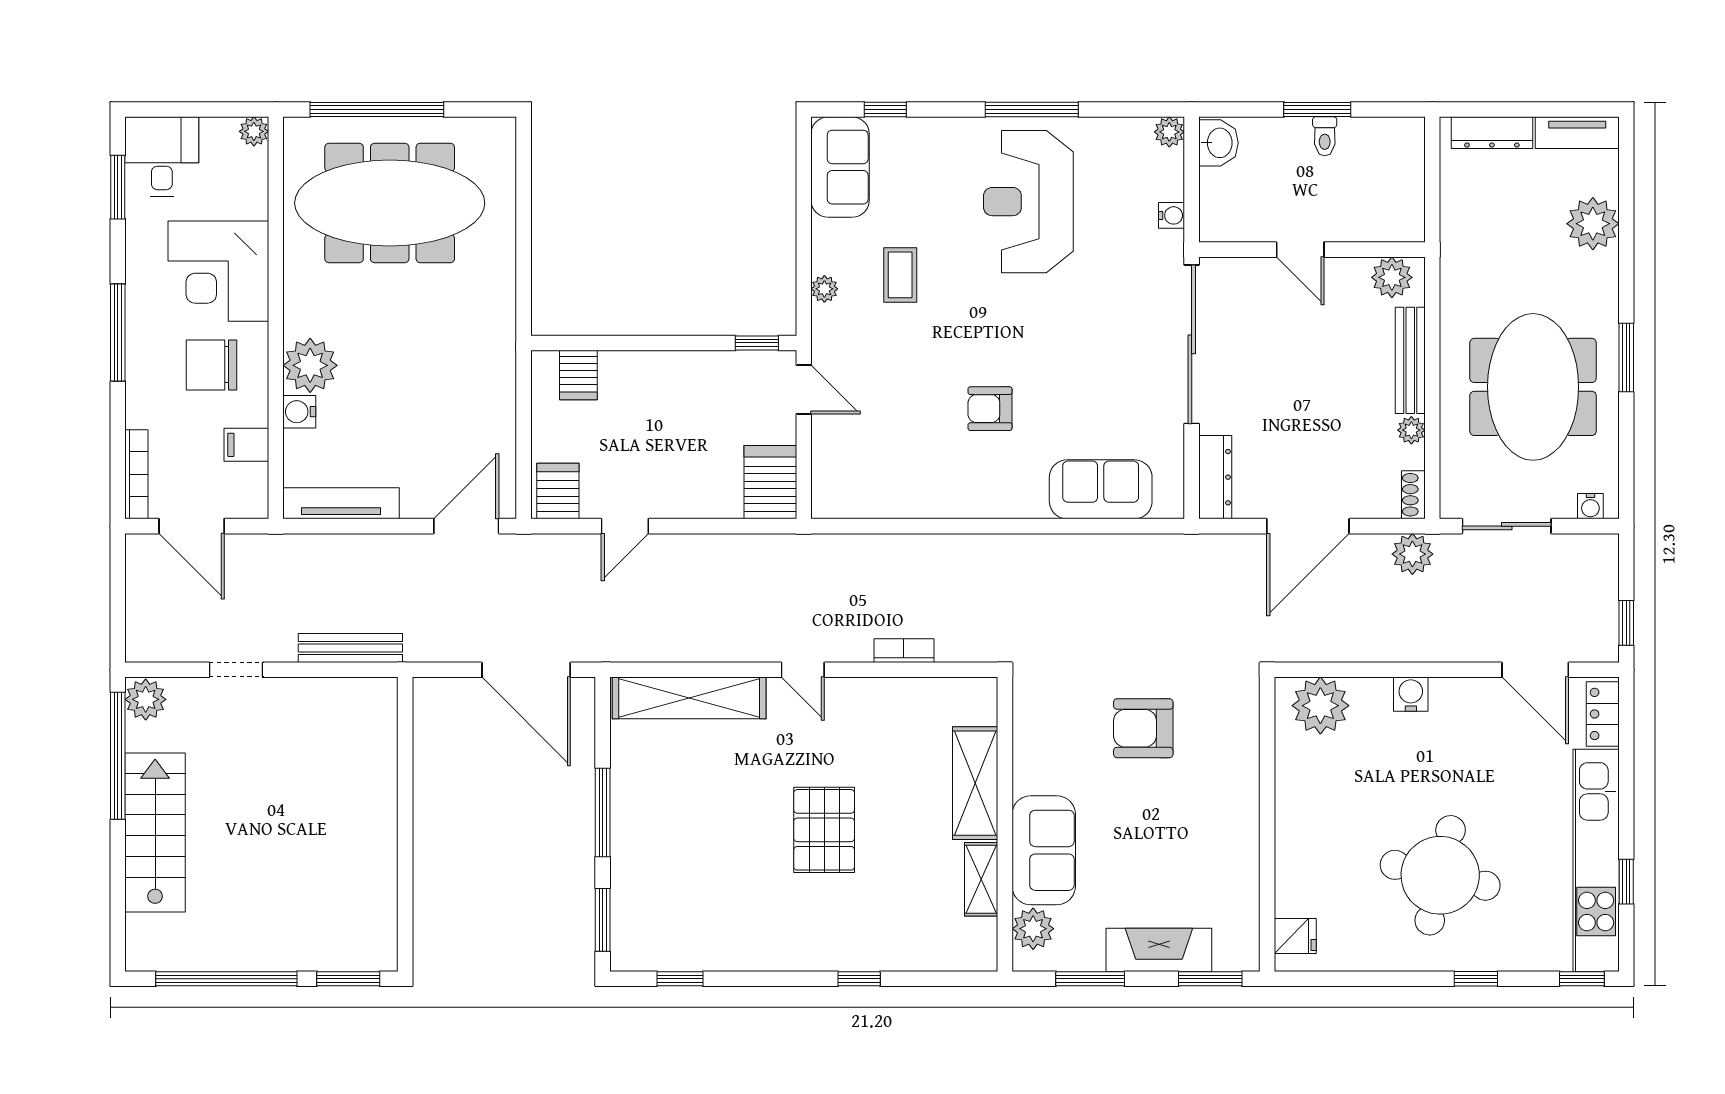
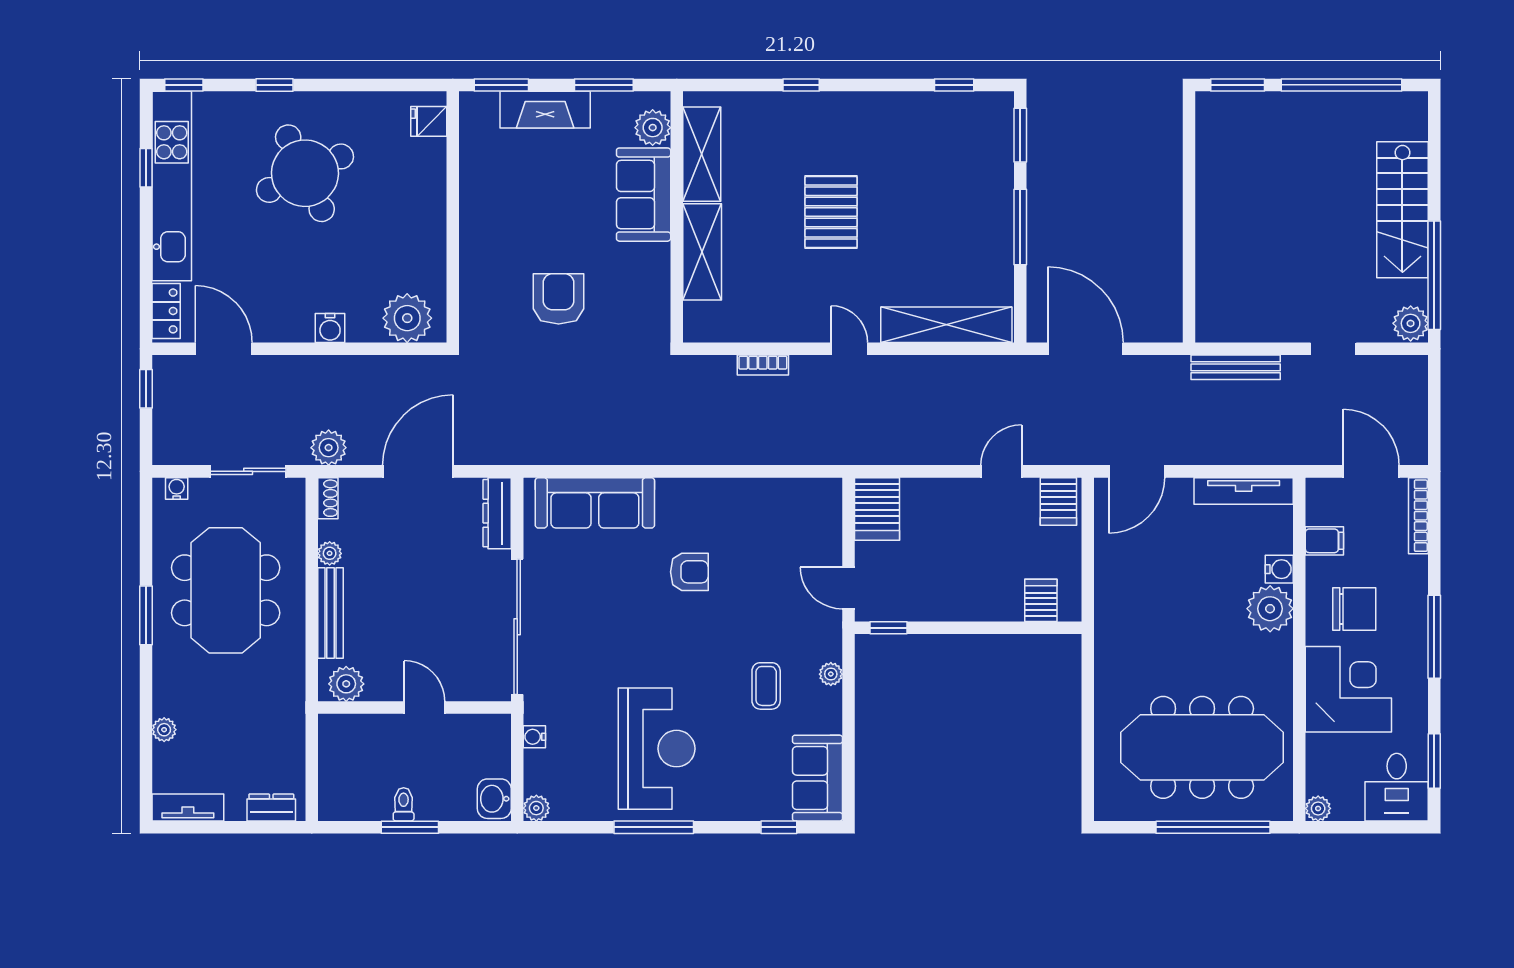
dresser: (1492, 133) -> (271, 807), width x0.70
plant: (1593, 224) -> (164, 730), width x0.53, depth x0.53
sofa: (1101, 489) -> (595, 503), width x1.36
armchair: (1143, 728) -> (559, 299), turned -90
round table: (1440, 875) -> (305, 173), turned -38
shelving: (981, 879) -> (702, 154), width x1.50, depth x1.33

